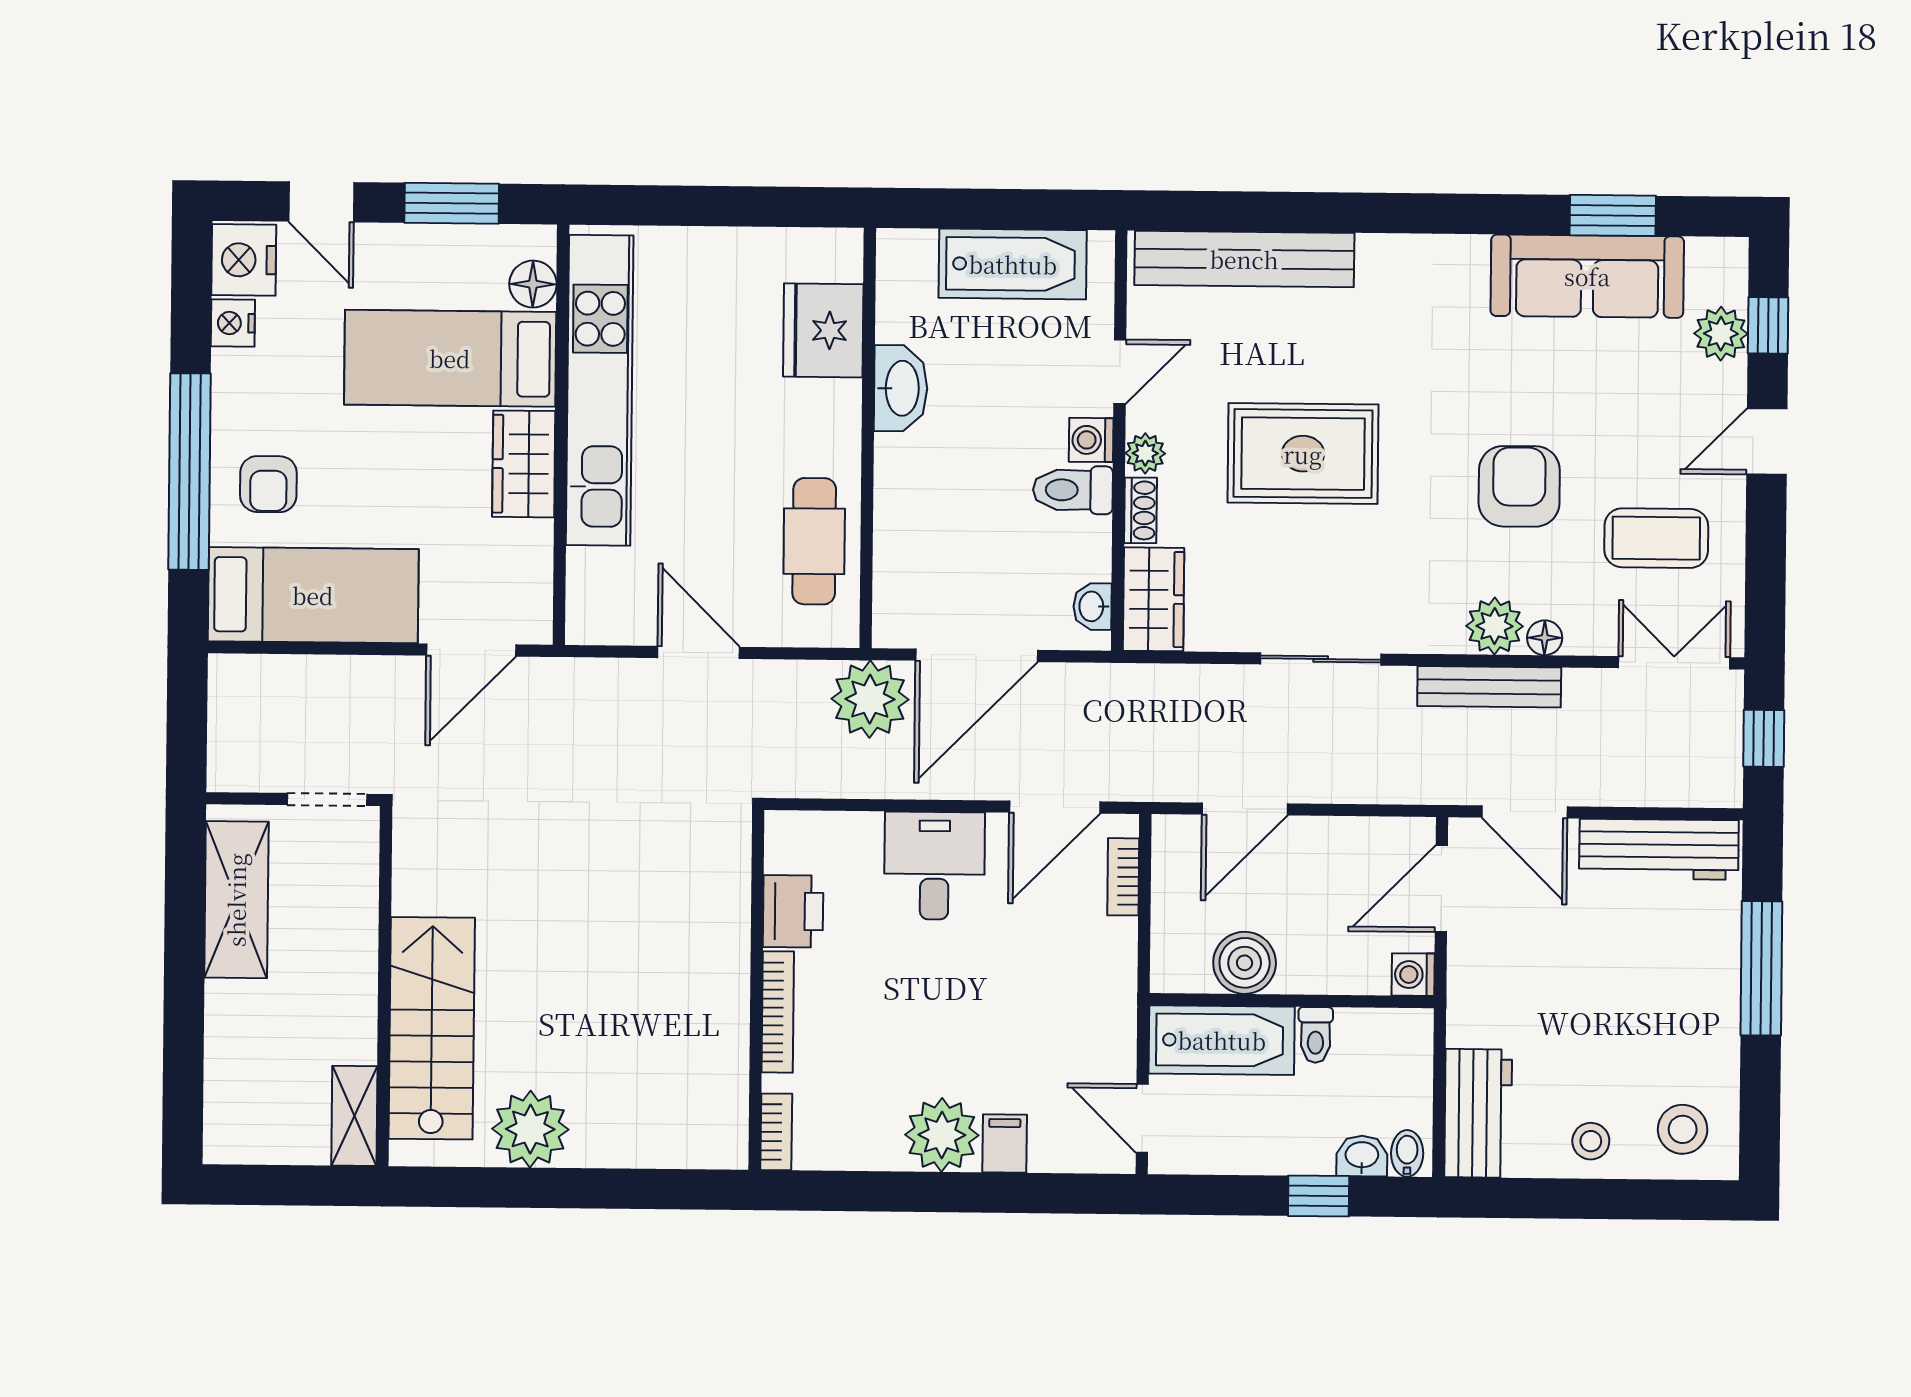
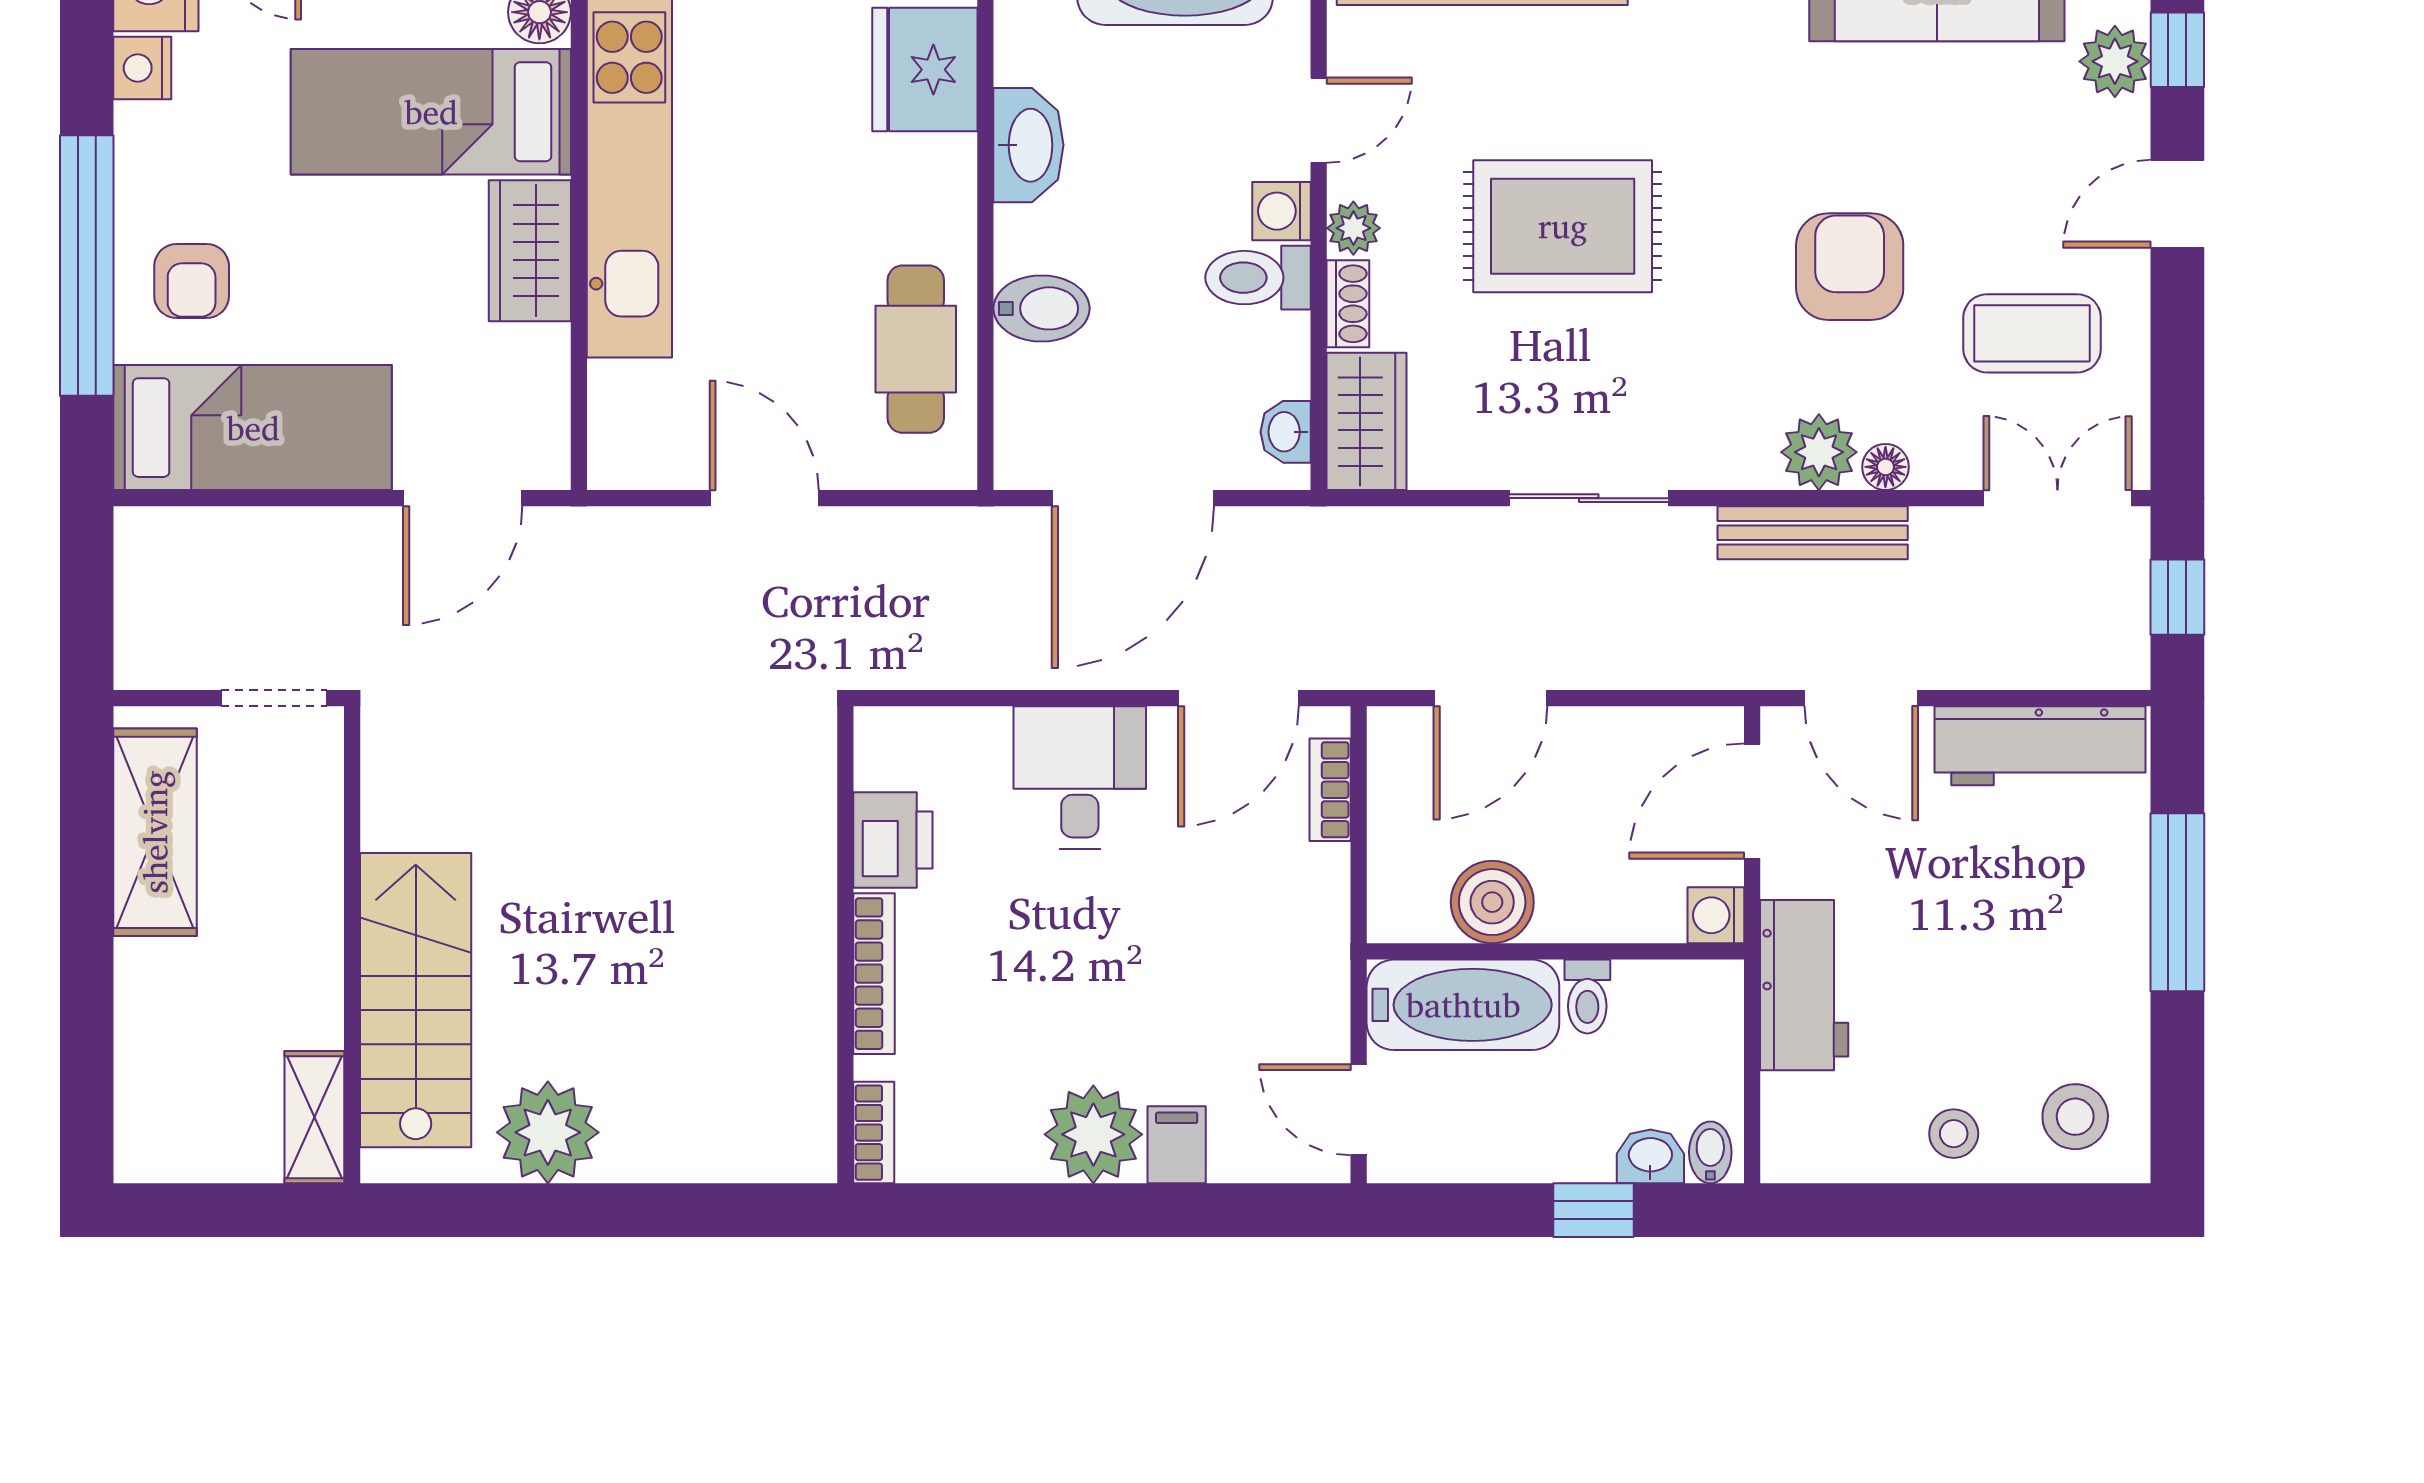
bidet: (909, 512) -> (1041, 308), added
plant: (870, 699) -> (992, 558), removed
workbench: (1478, 1113) -> (1804, 985), moved

